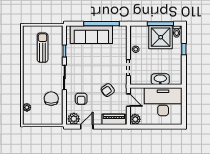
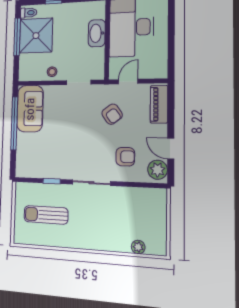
sofa: (91, 35) -> (30, 109), moved, width x0.73
chair: (51, 99) -> (124, 205), removed
plant: (135, 119) -> (159, 70), removed

